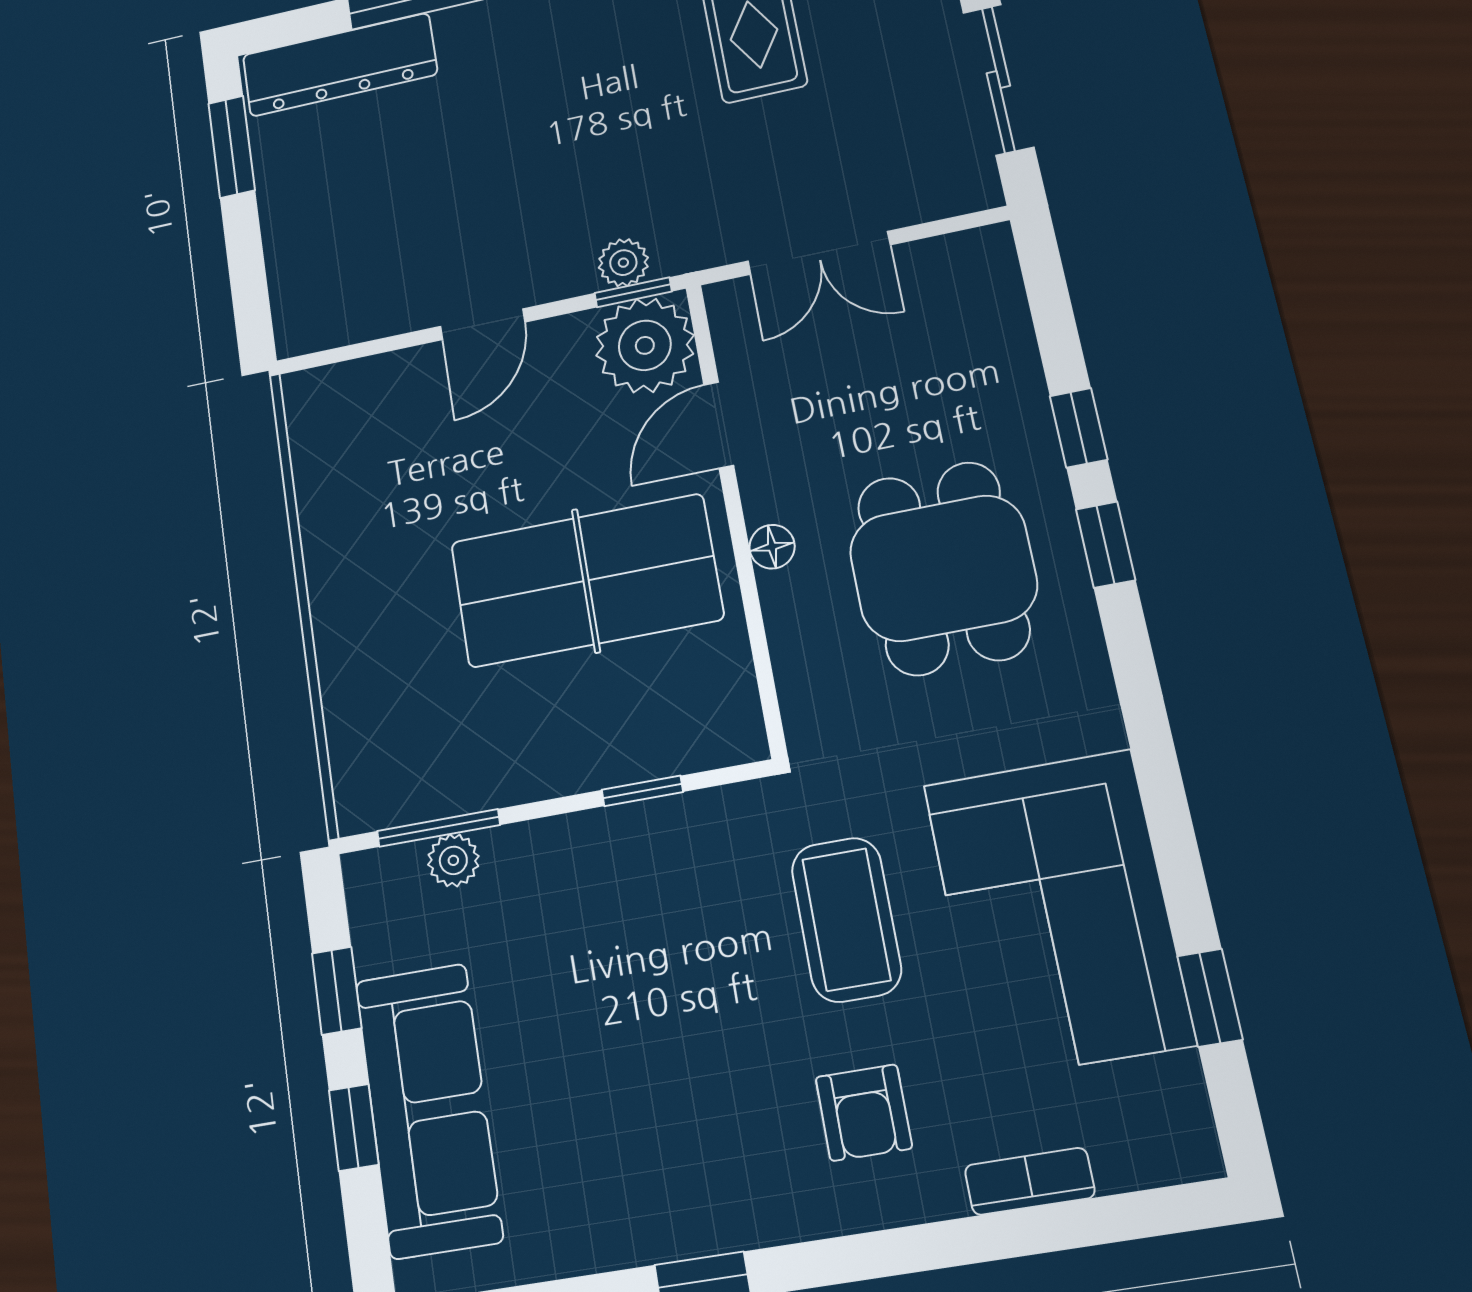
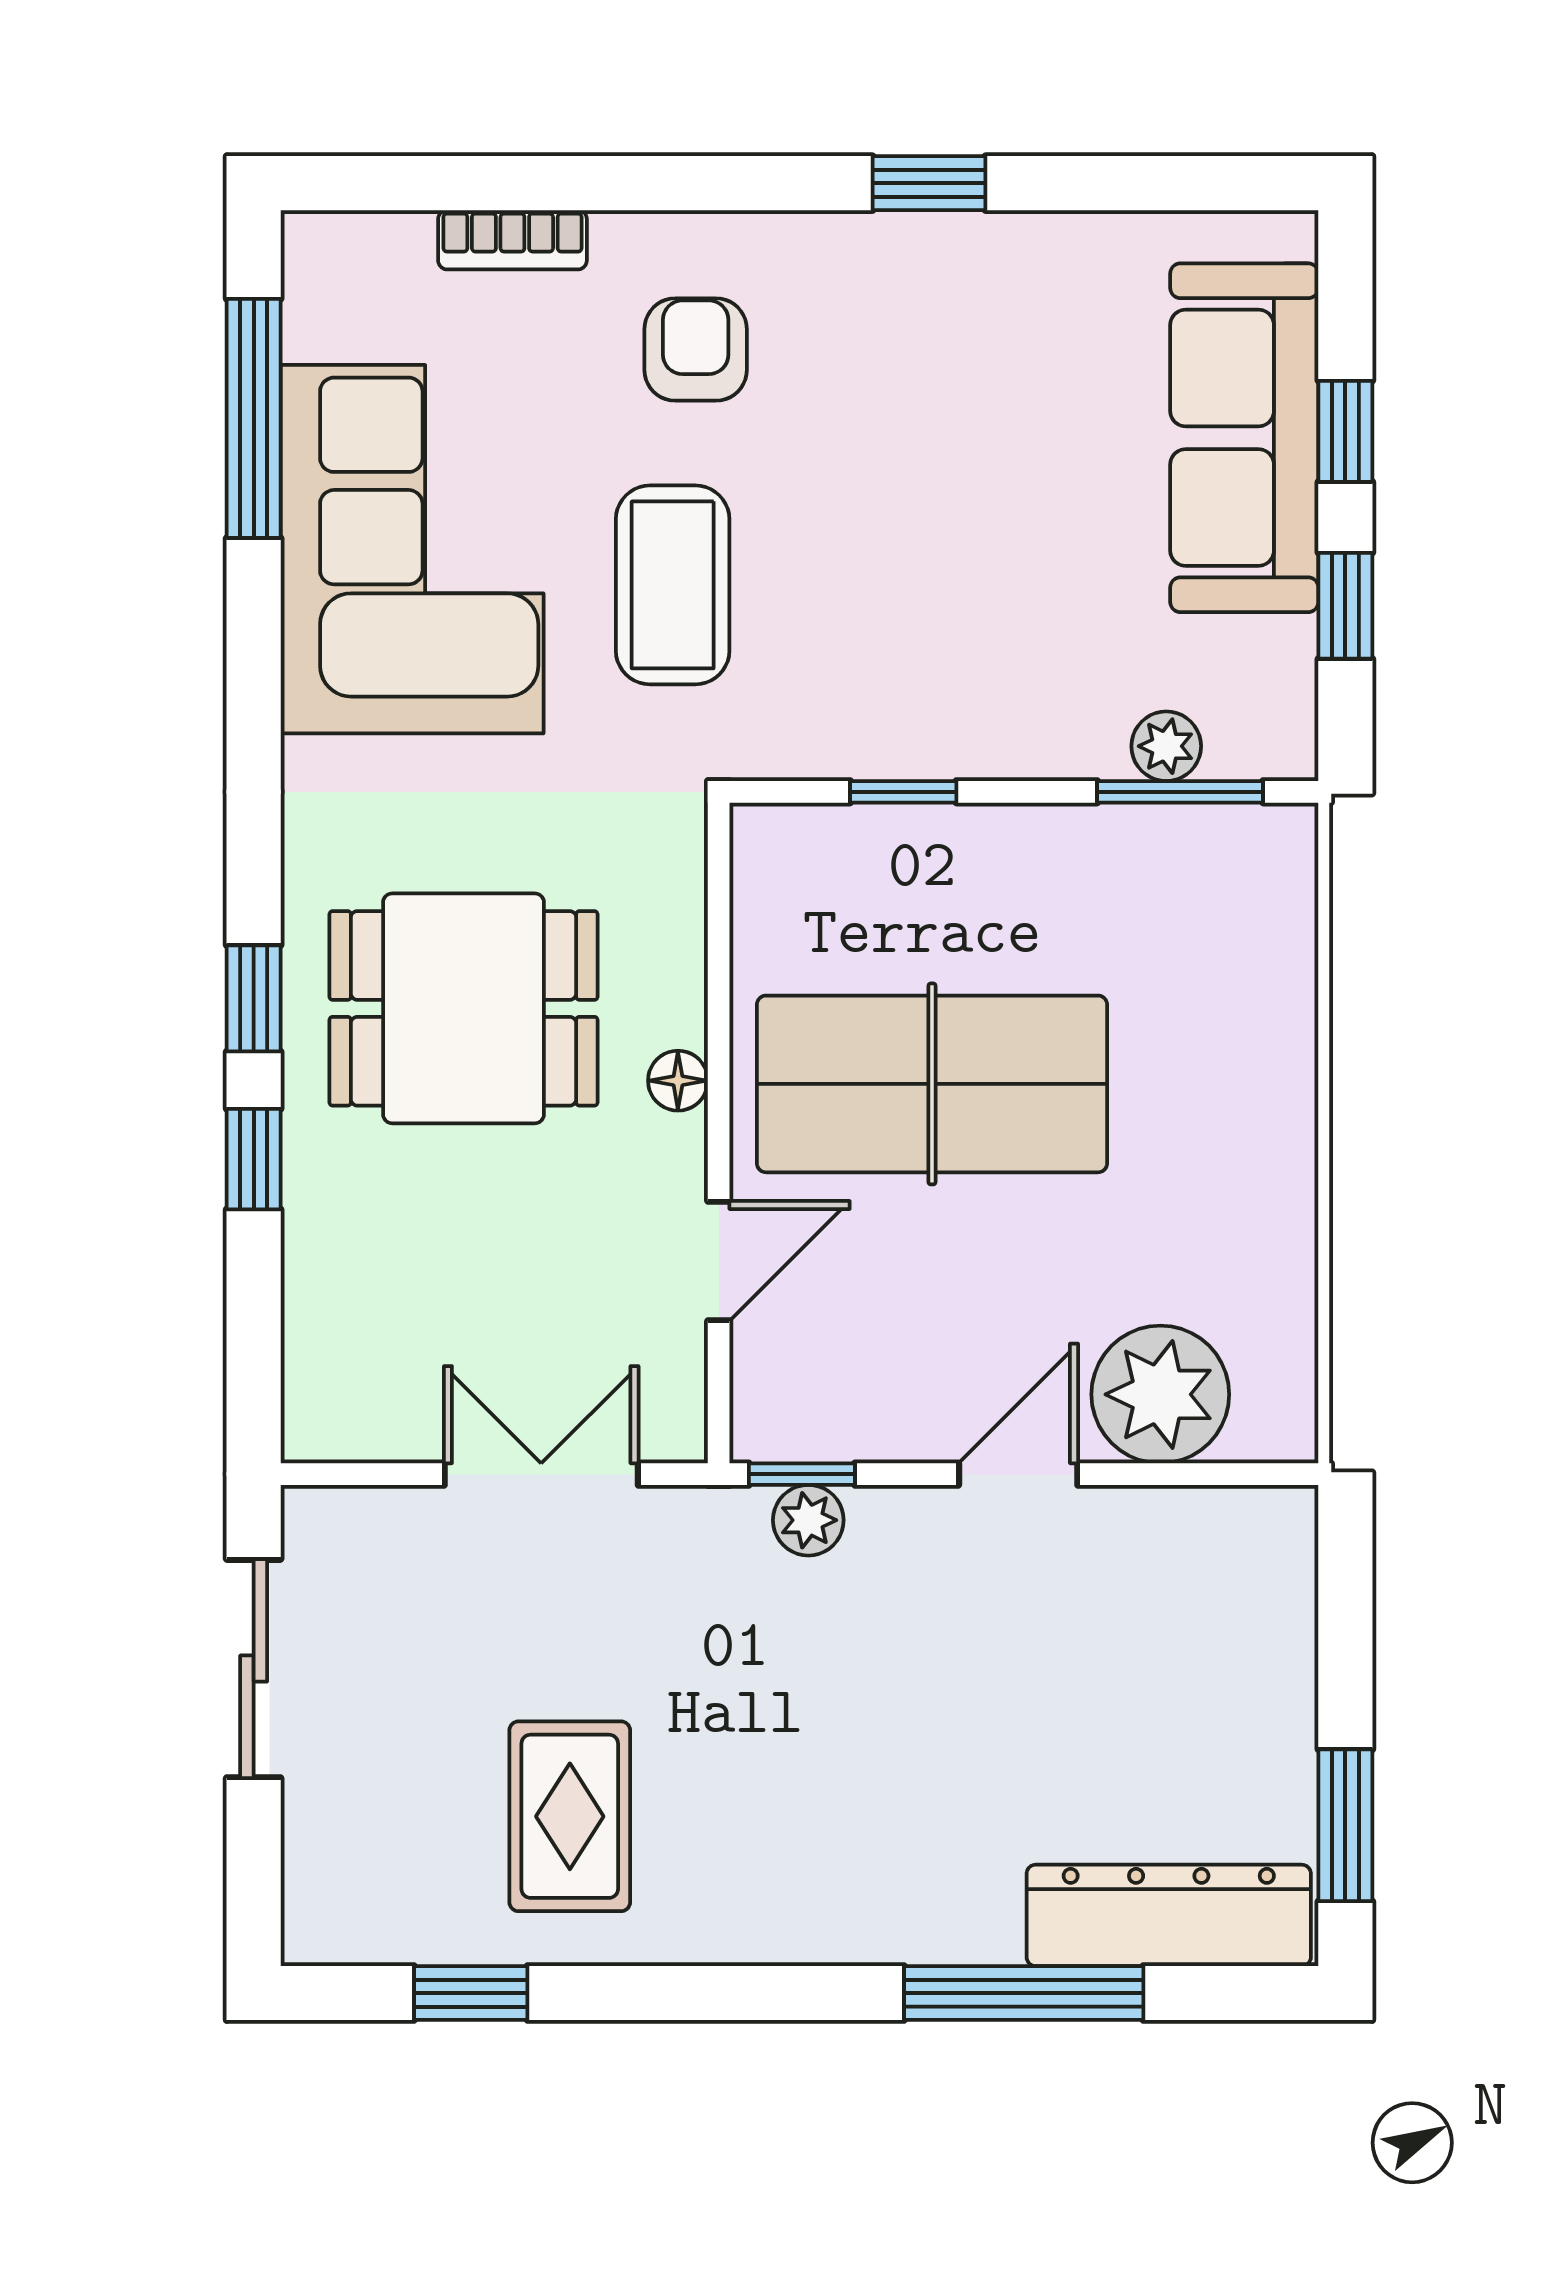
plant: (645, 345) -> (1160, 1394), moved
dining table: (943, 568) -> (464, 1008), turned 90
window: (1210, 998) -> (254, 418), width x2.17

